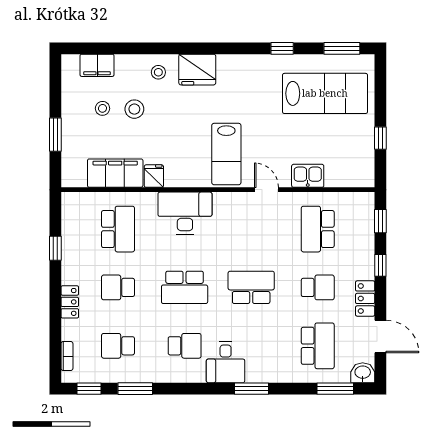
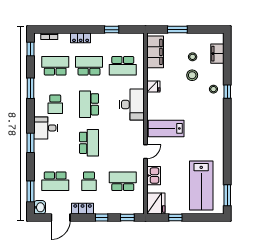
window: (282, 48) -> (227, 92), moved
fridge: (197, 70) -> (156, 203), moved, turned 180
filing cabinet: (115, 173) -> (155, 52), moved
school desk: (118, 287) -> (89, 66), width x1.85
school desk: (118, 346) -> (55, 66), width x1.85
window: (135, 389) -> (30, 88), moved

